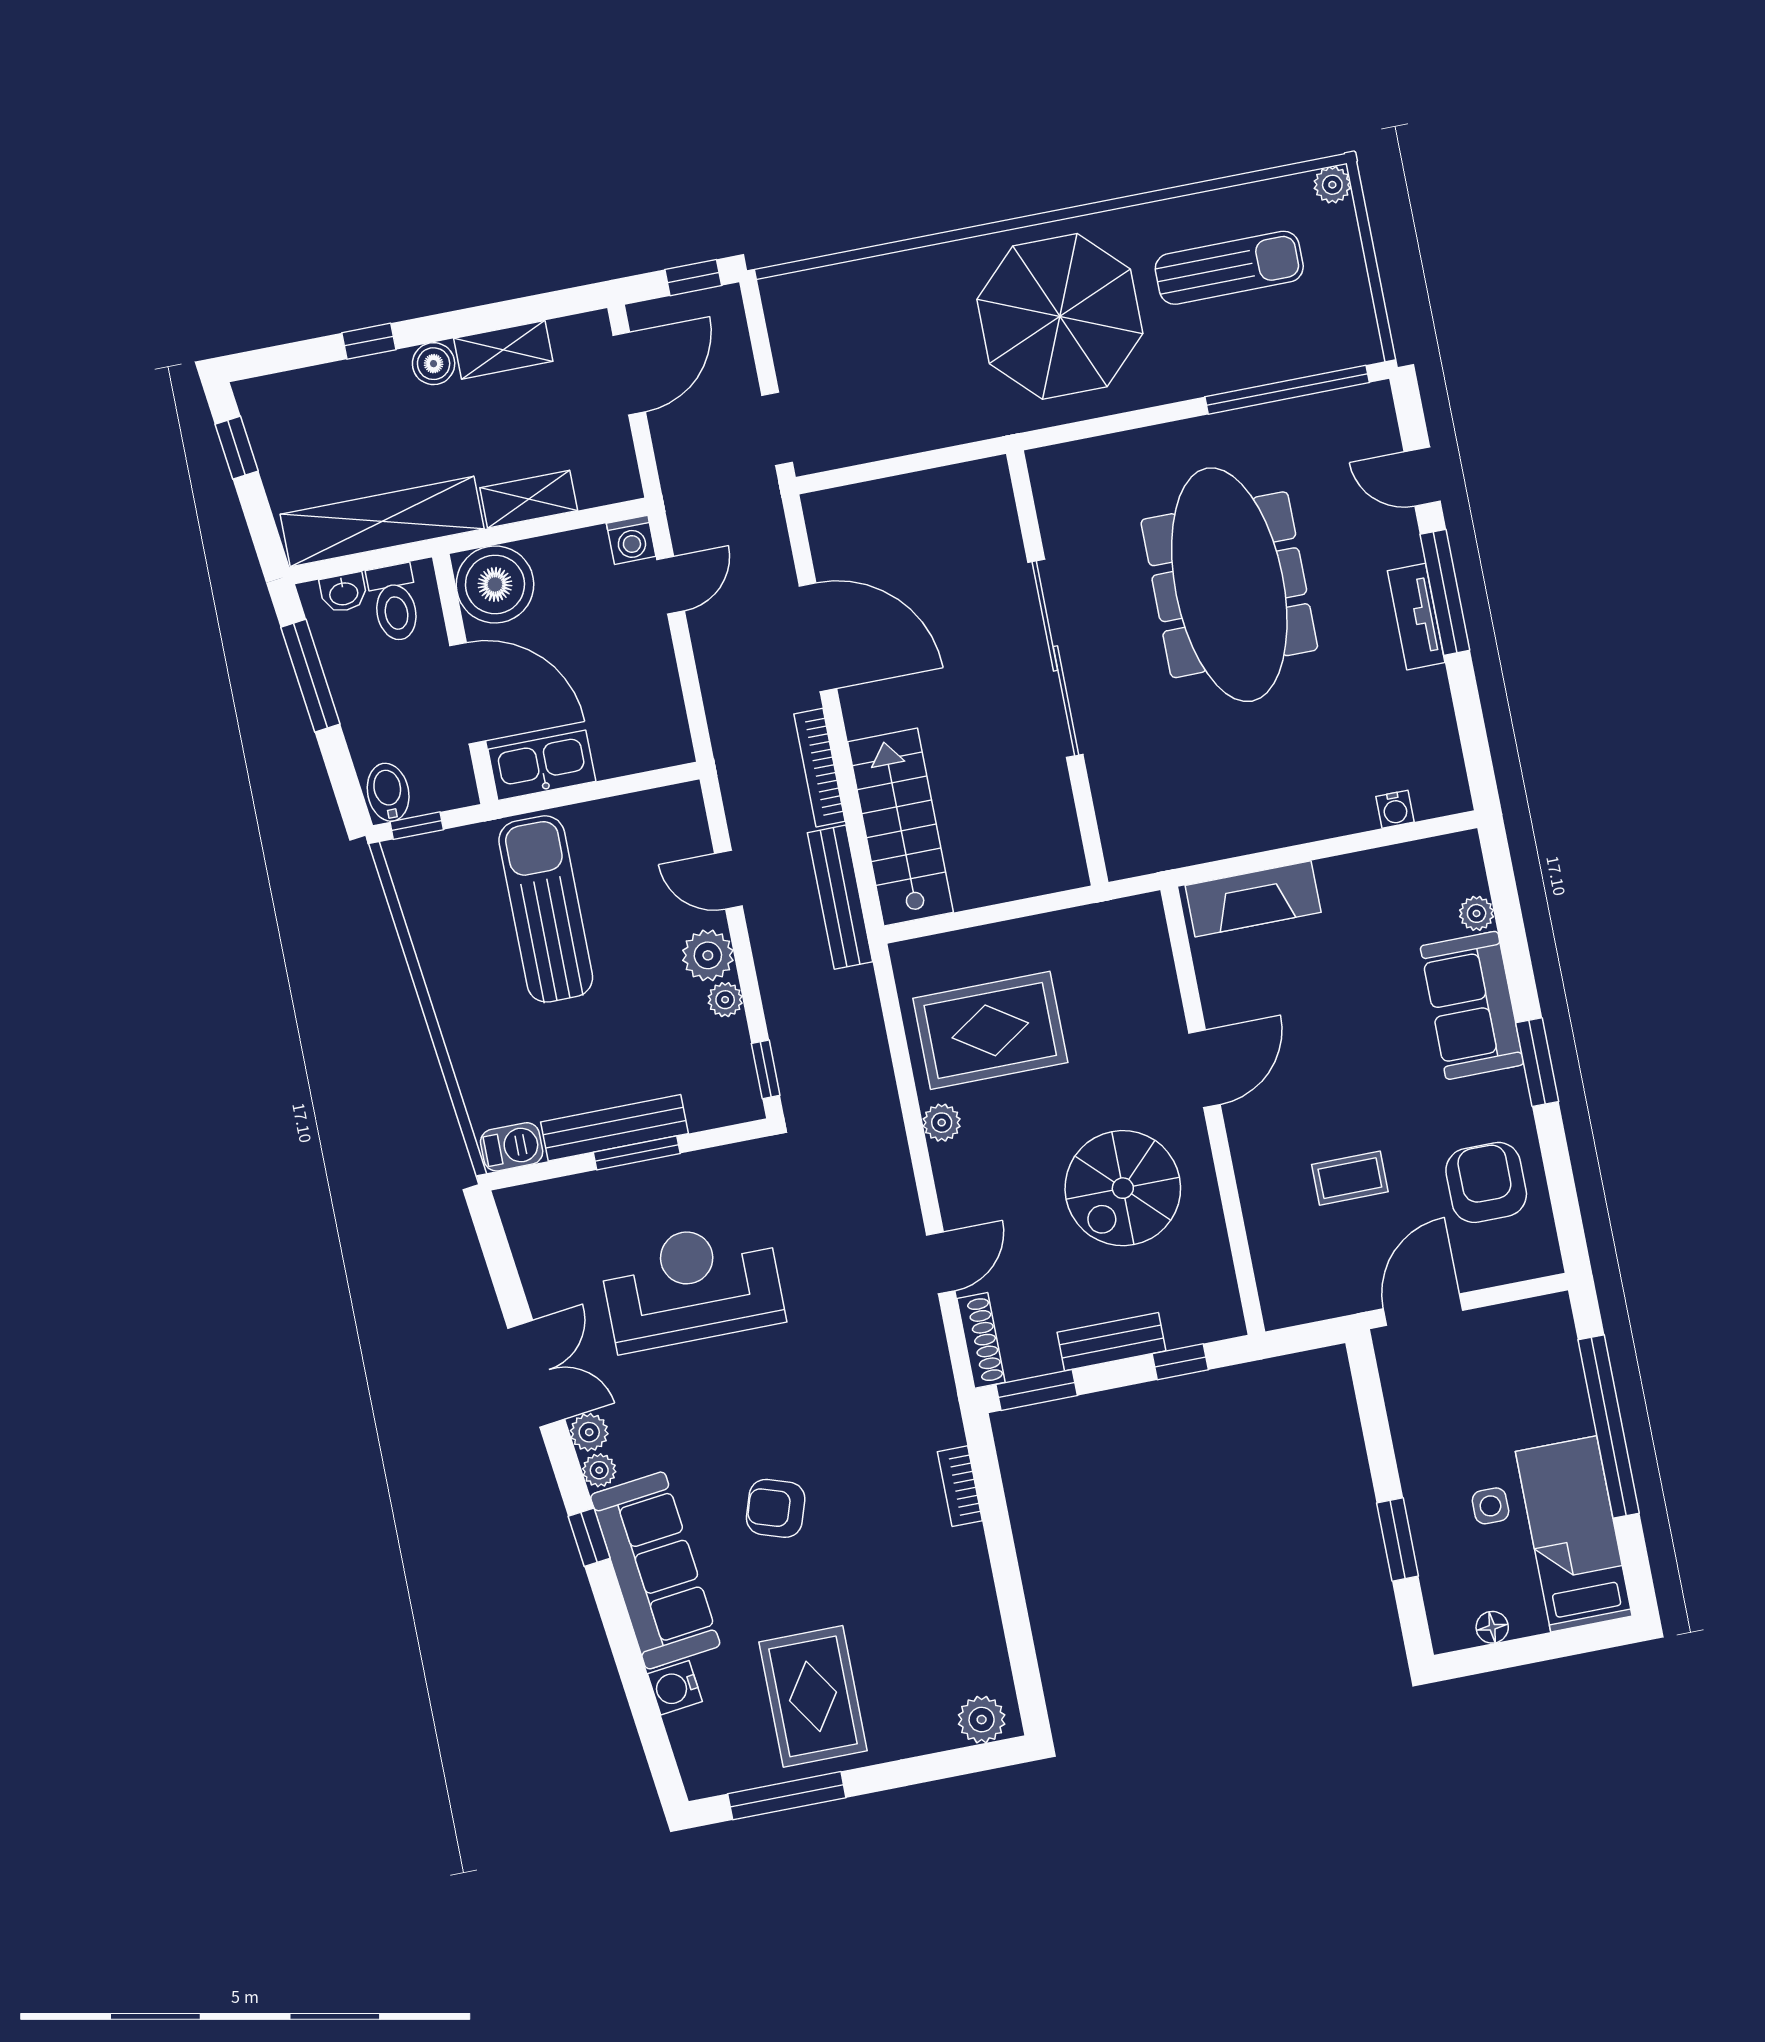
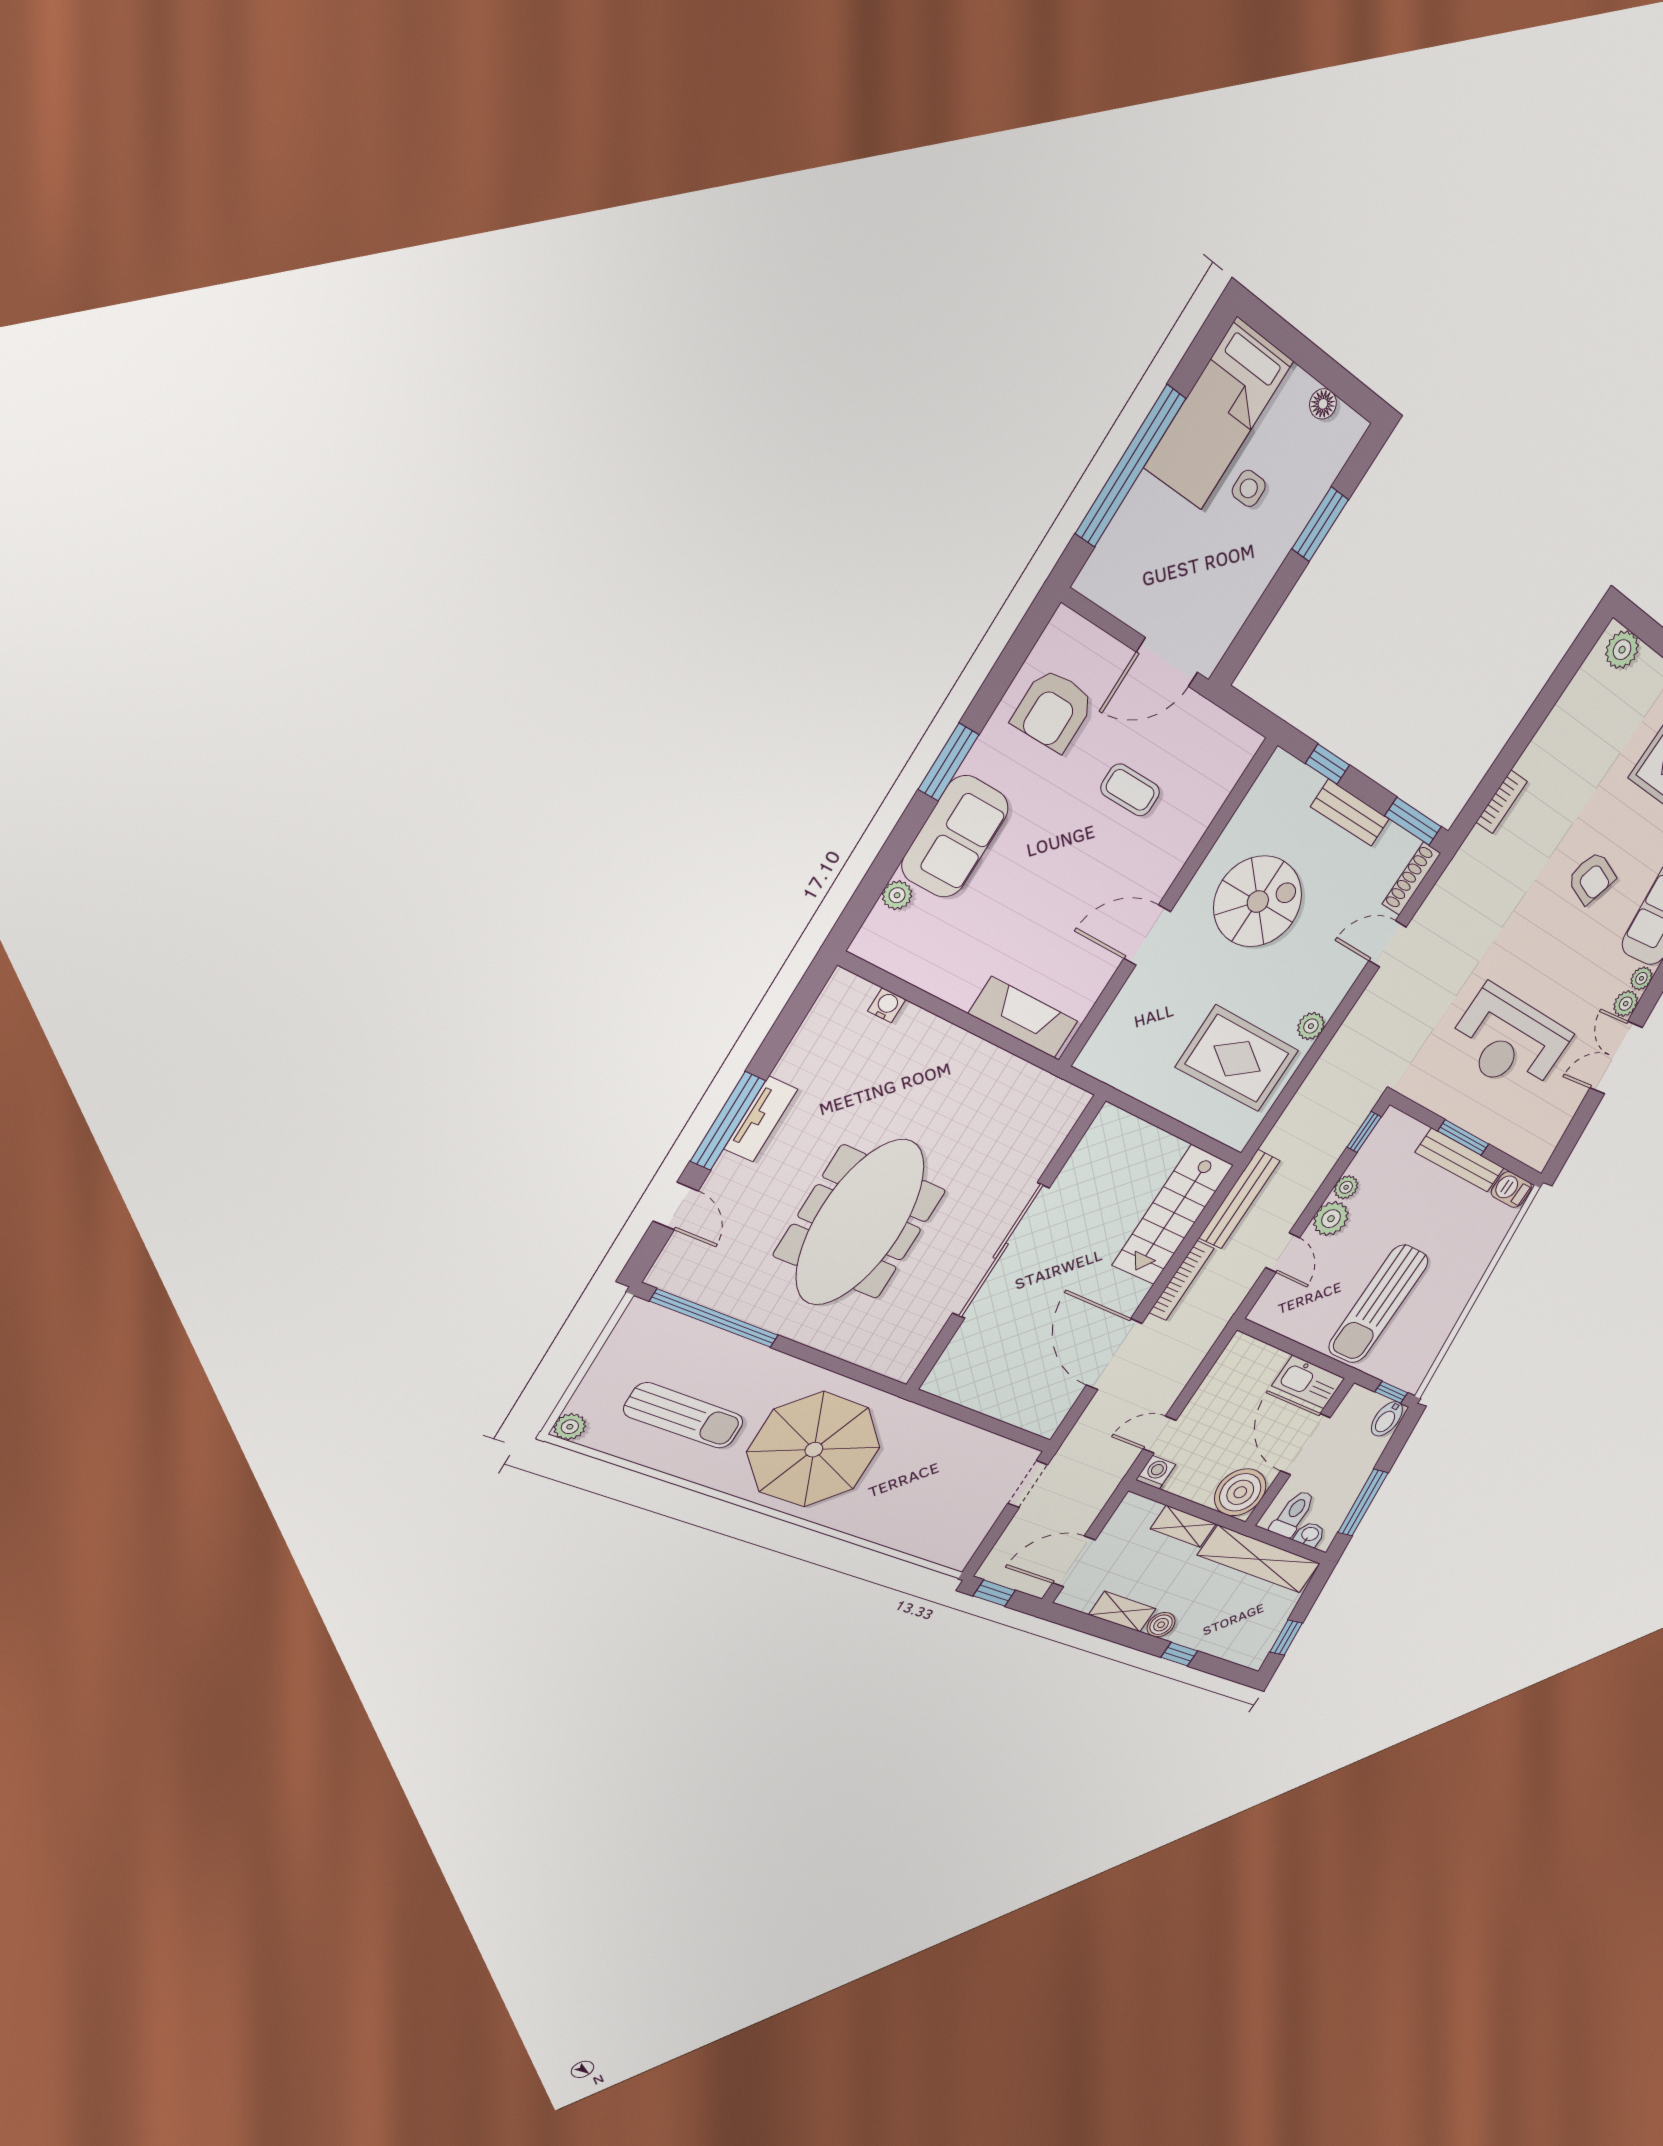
sun lounger: (1229, 268) -> (684, 1416), turned 180

